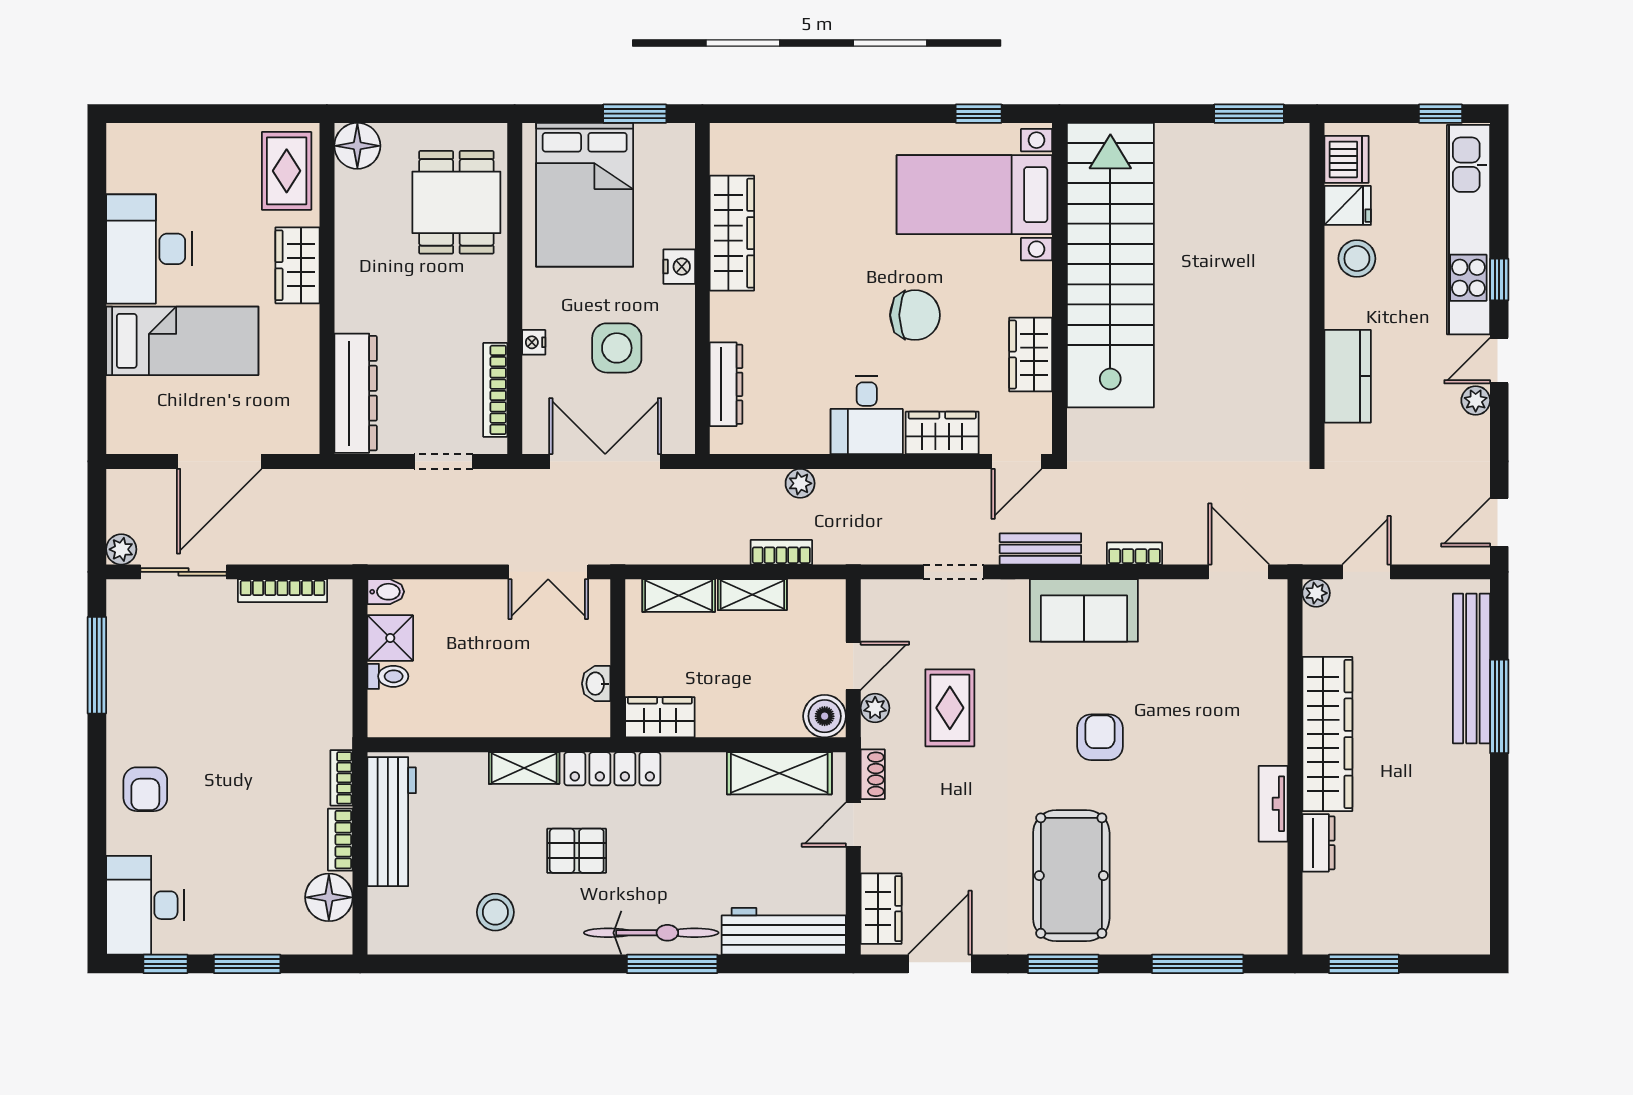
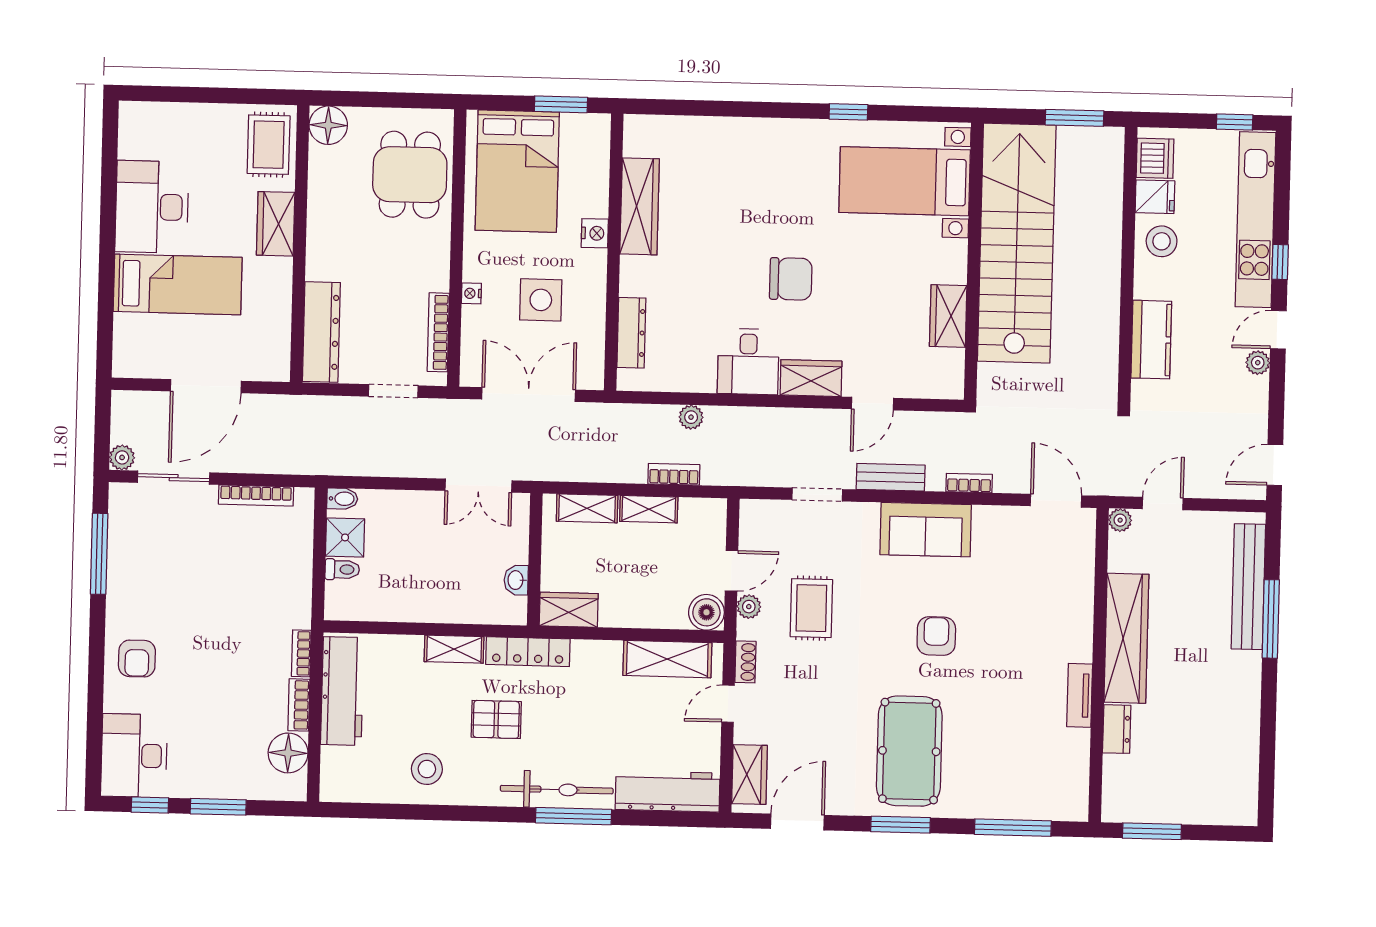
bed with nightstands: (974, 195) -> (905, 181), moved
stairs: (1110, 265) -> (1017, 243), moved
wall: (1059, 288) -> (974, 261), moved
wardrobe: (1031, 354) -> (948, 316), moved

